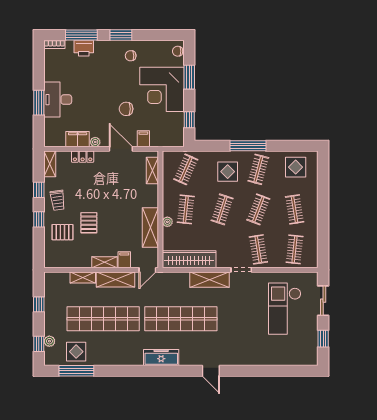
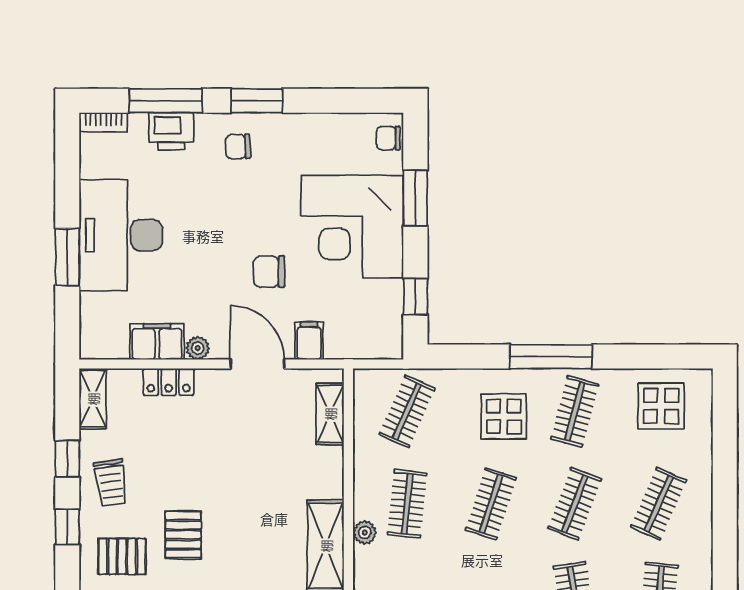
chair: (131, 56) -> (238, 147), moved
desk: (58, 100) -> (121, 235), width x1.36, depth x1.30
clothes rail: (295, 209) -> (659, 504), turned 33

